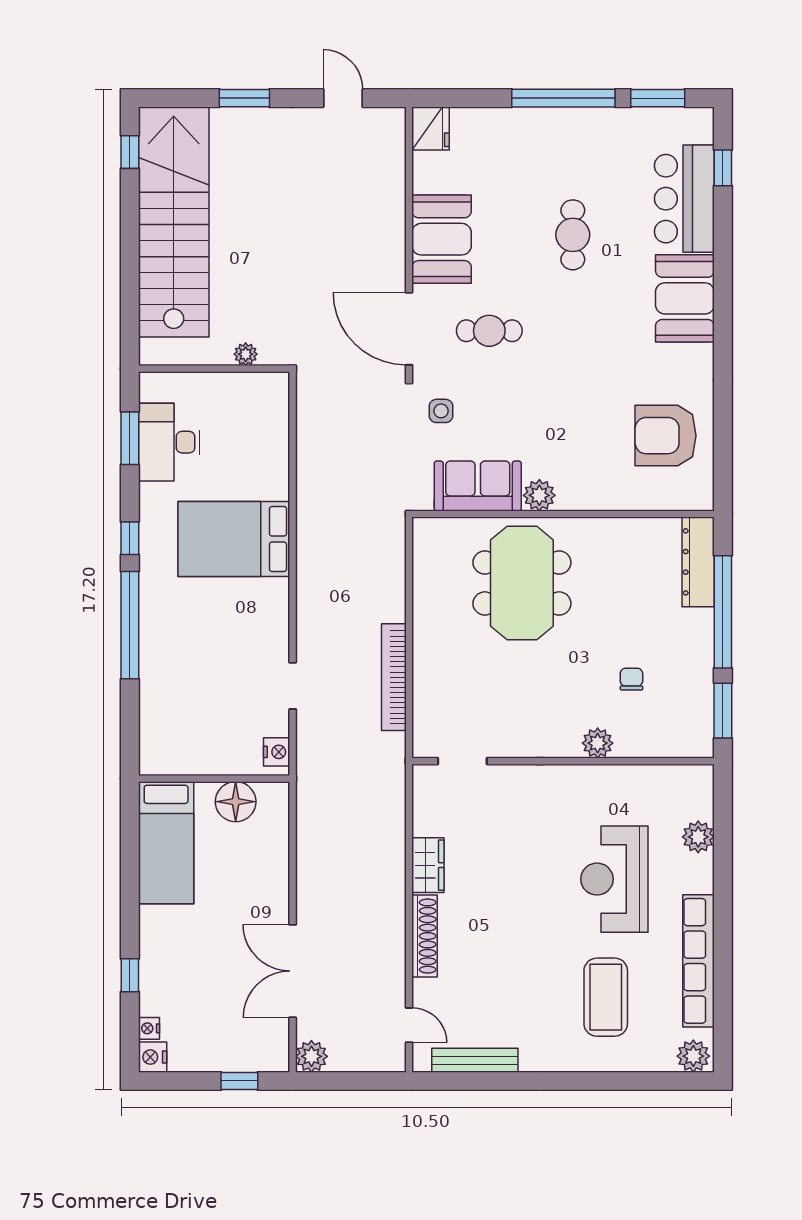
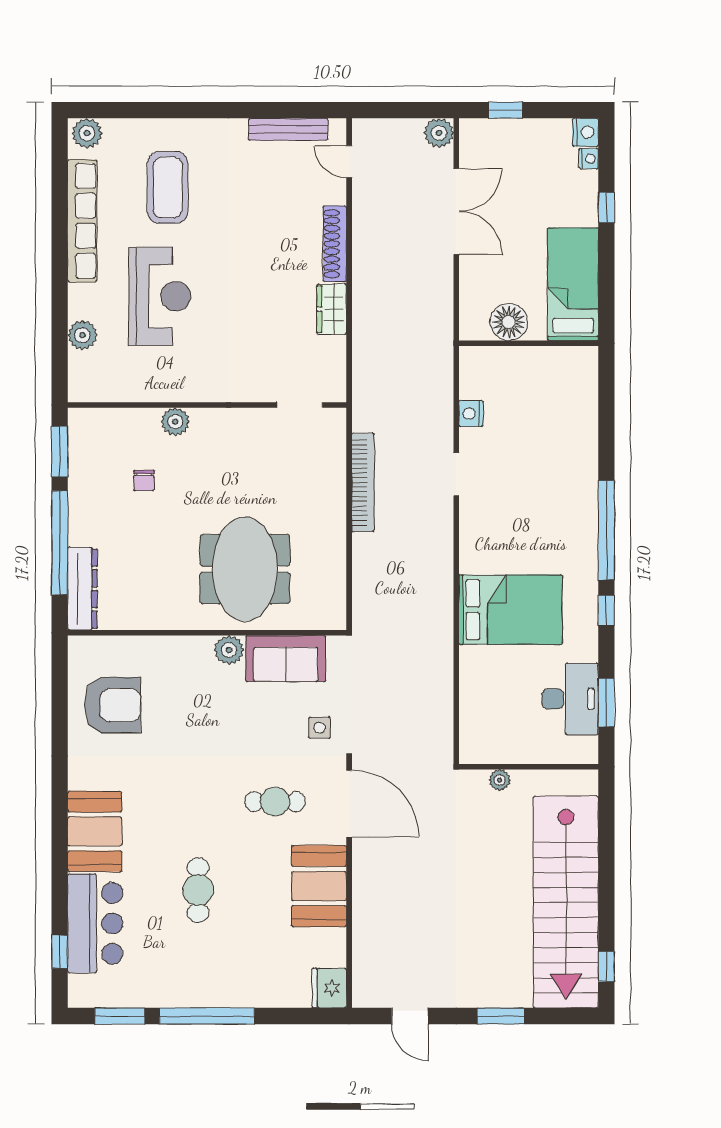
wall: (214, 779) -> (529, 343), moved
floor lamp: (236, 802) -> (509, 322), moved
bed: (166, 843) -> (573, 284), moved

